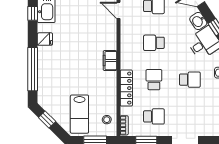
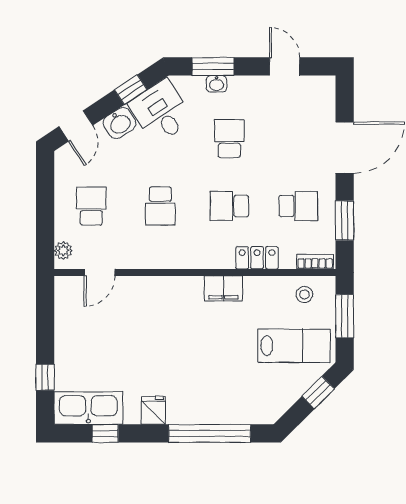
filing cabinet: (110, 61) -> (223, 288), moved
locker: (126, 88) -> (257, 258), width x0.66
school desk: (154, 116) -> (298, 206), turned 90
window: (47, 120) -> (318, 393), moved

